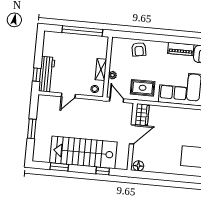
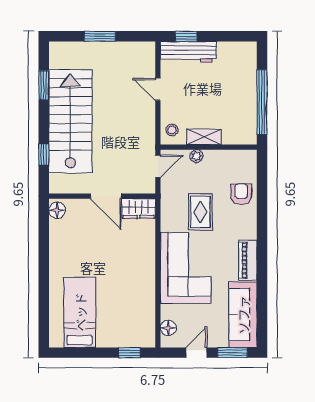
armchair: (139, 49) -> (241, 194), turned 100
rug: (143, 88) -> (200, 212), moved

